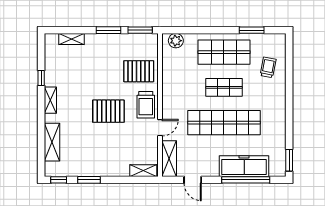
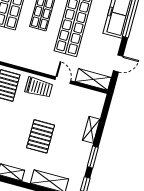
pallet: (108, 111) -> (41, 136), moved
shelving: (143, 171) -> (91, 130), moved

